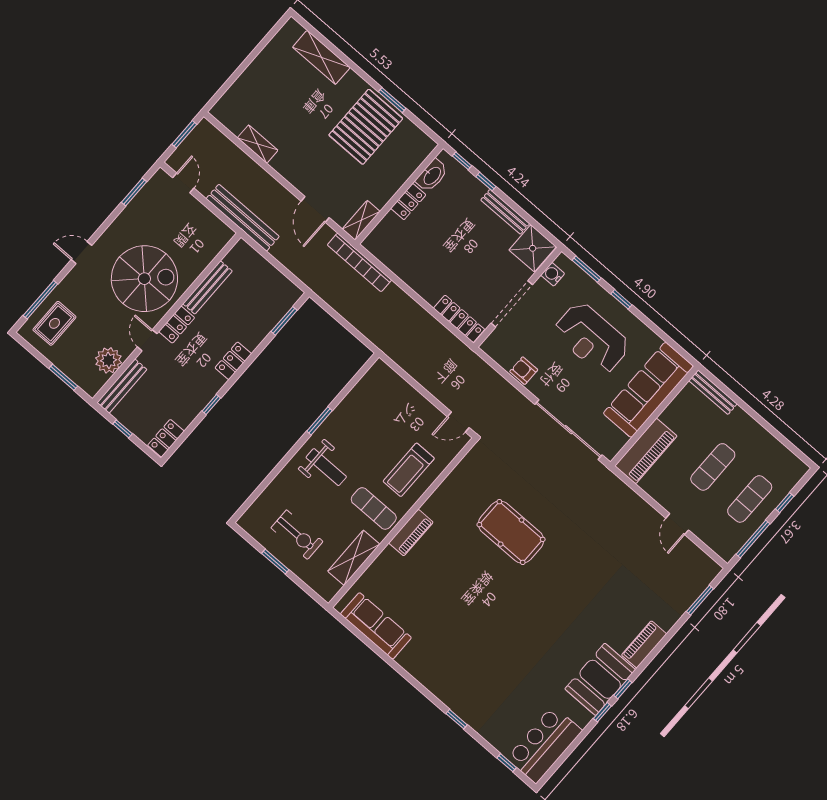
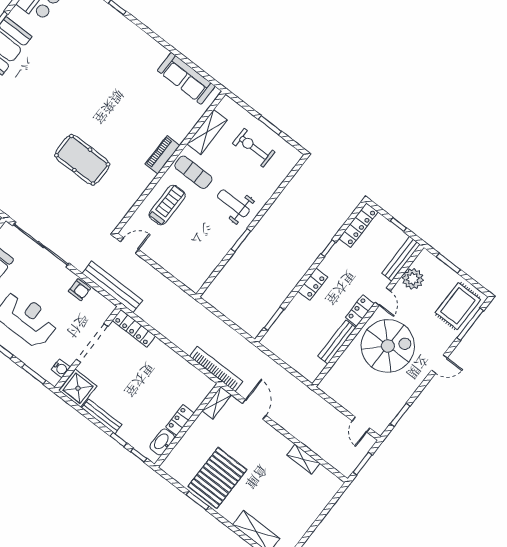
bench: (243, 218) -> (112, 287), moved
spiral stairs: (144, 279) -> (388, 346), turned 180
rug: (54, 323) -> (458, 306), width x1.36, depth x1.43
locker: (166, 438) -> (358, 225), width x1.53

